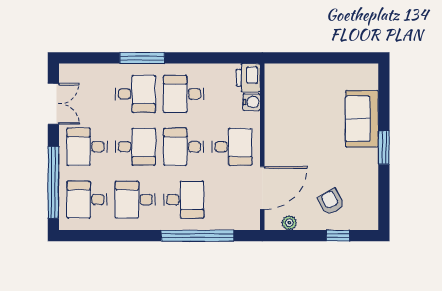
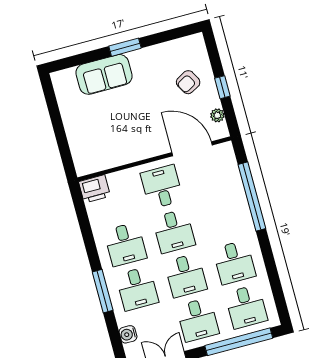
desk: (135, 94) -> (137, 289), turned 180
water cooler: (252, 102) -> (128, 334), moved, turned -90
desk: (135, 147) -> (186, 275), turned 180
desk: (184, 200) -> (222, 218), removed
window: (338, 236) -> (222, 87), moved

